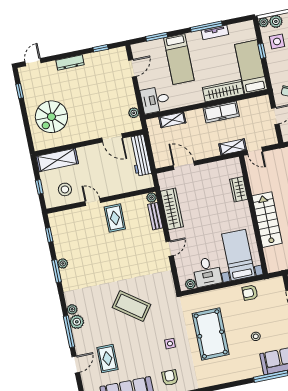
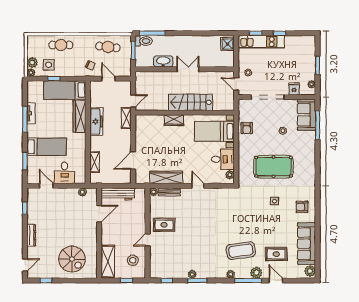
door: (33, 62) -> (25, 265), swing flipped
desk: (155, 100) -> (64, 173), moved
wardrobe: (239, 189) -> (174, 120), moved
coffee table: (132, 306) -> (241, 251), moved, turned 46
plant: (77, 322) -> (256, 273), moved

